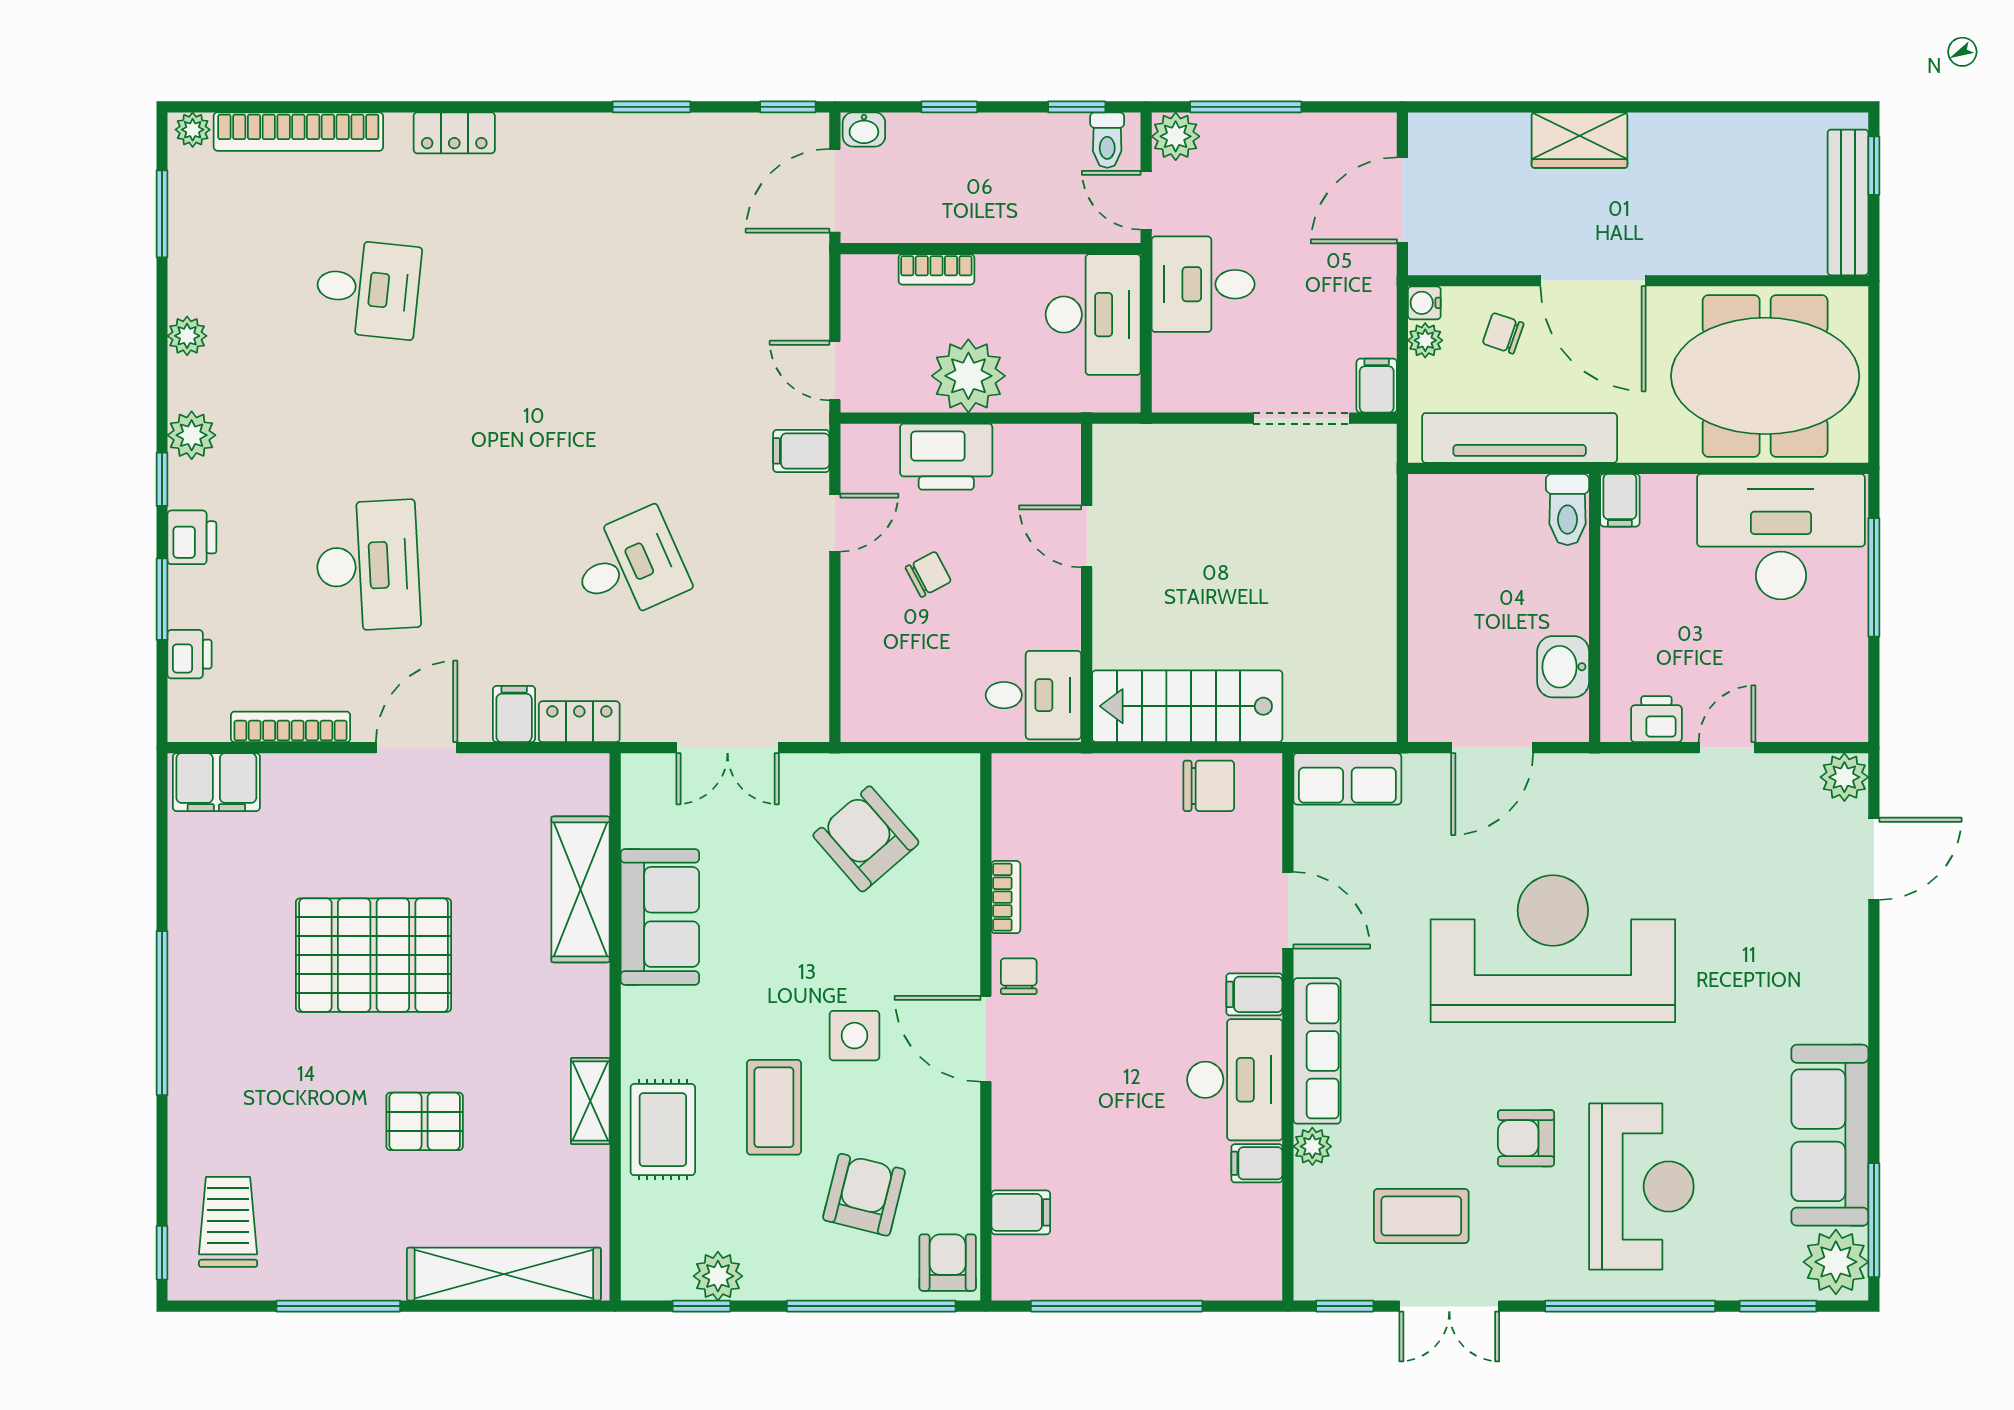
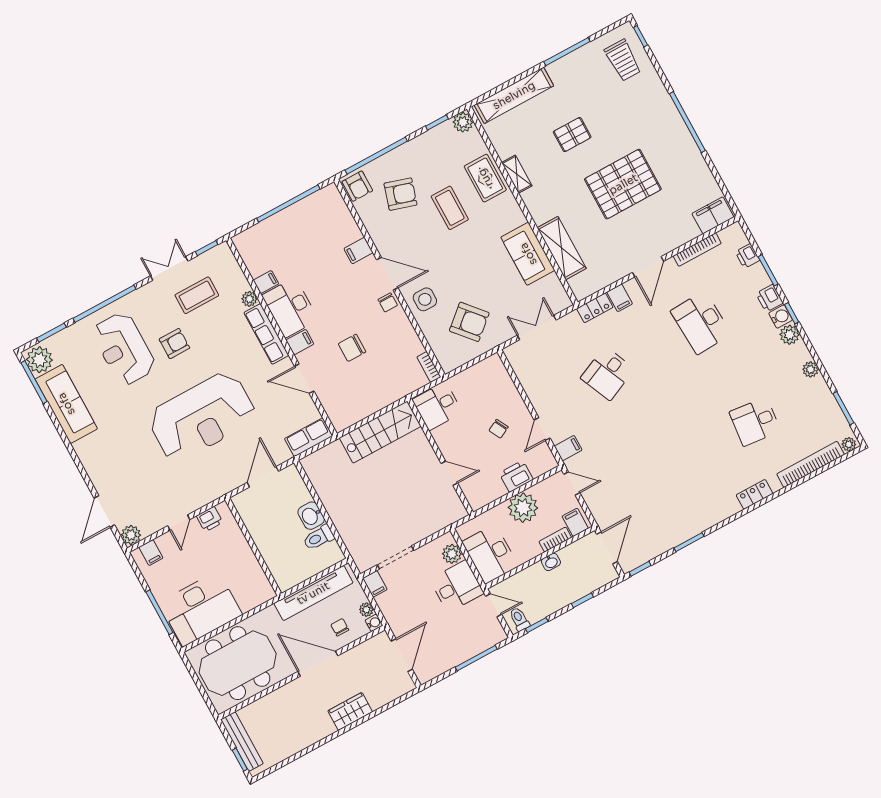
washbasin: (864, 129) -> (551, 562), moved, turned 180
plant: (1176, 136) -> (452, 554), moved
filing cabinet: (873, 283) -> (575, 522), added
chair: (1503, 333) -> (340, 627), turned -109
printer: (946, 457) -> (516, 476), width x0.73, depth x0.84
water cooler: (189, 485) -> (781, 317), added
filing cabinet: (1620, 500) -> (151, 553), moved, turned 180
toilet: (1567, 510) -> (319, 538), moved, turned -90
washbasin: (1563, 667) -> (311, 516), moved, turned 180
chair: (1209, 786) -> (352, 348), moved
bookcase: (1006, 897) -> (429, 367), moved
side table: (854, 1036) -> (425, 299), moved
armchair: (864, 1195) -> (400, 194), turned -87
filing cabinet: (1021, 1212) -> (358, 251), moved
plant: (718, 1276) -> (463, 122), moved

